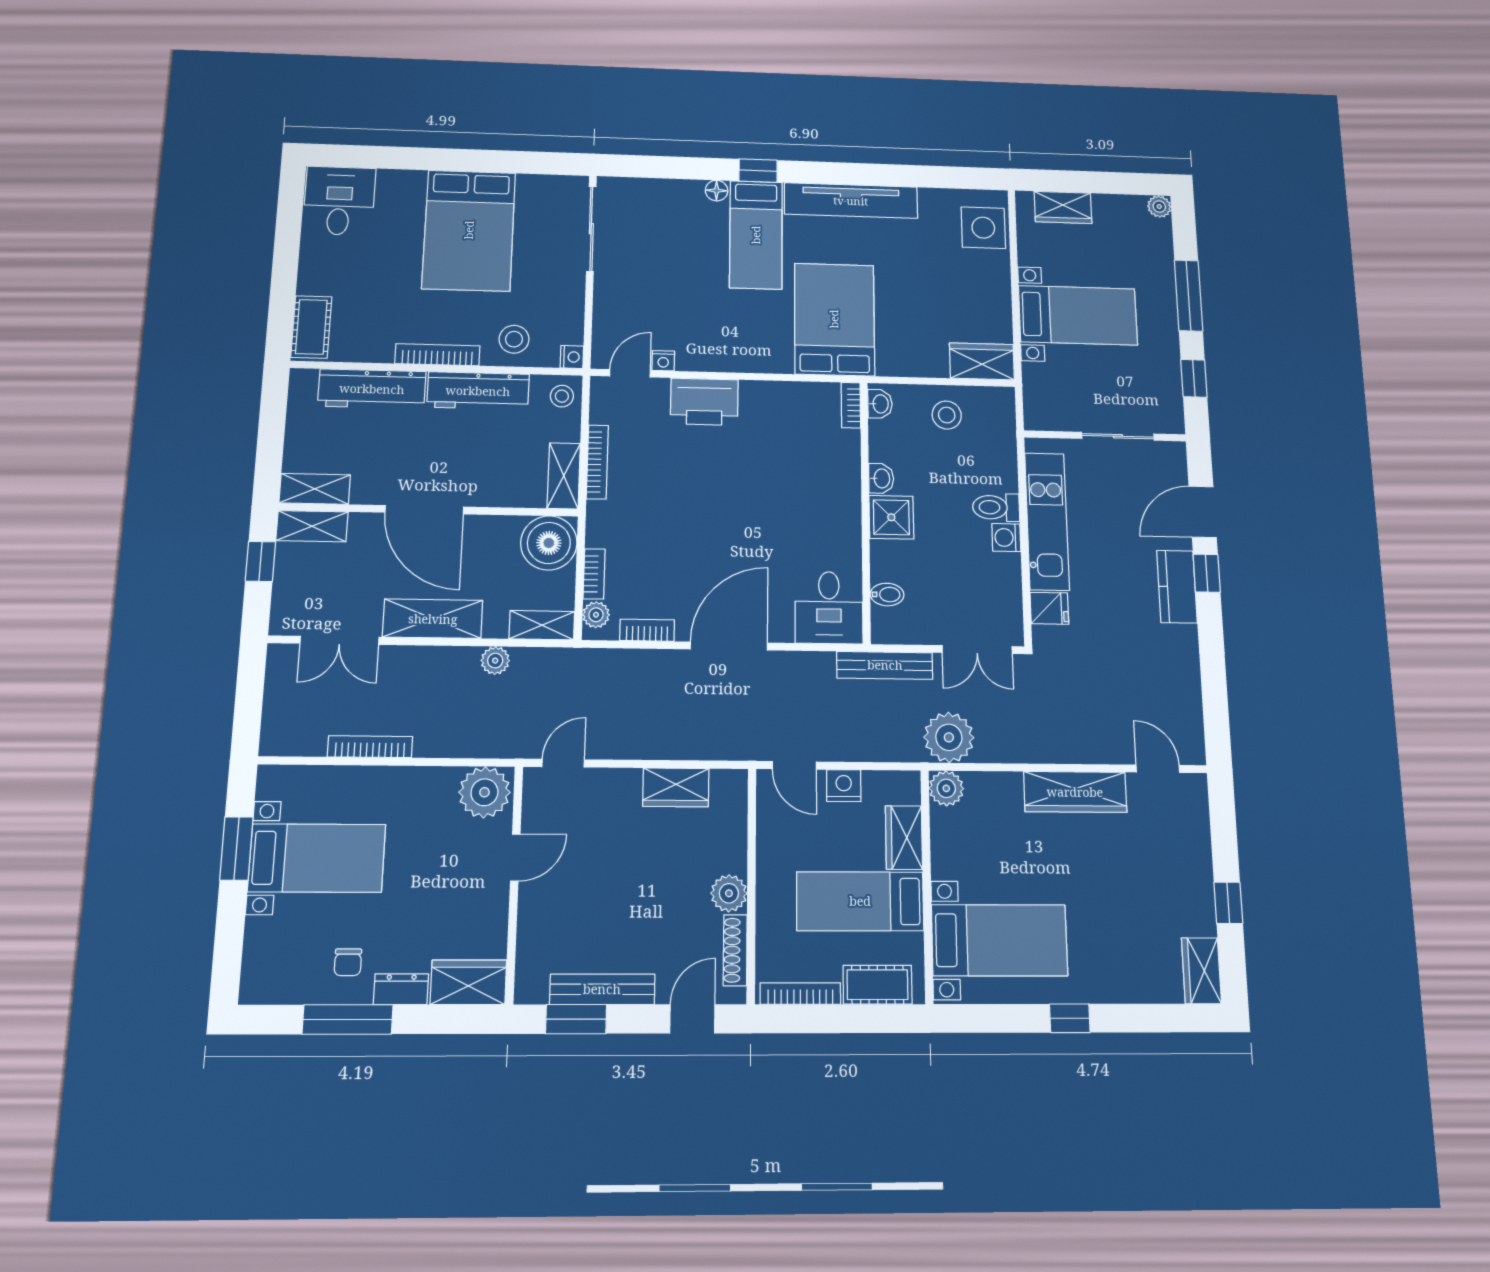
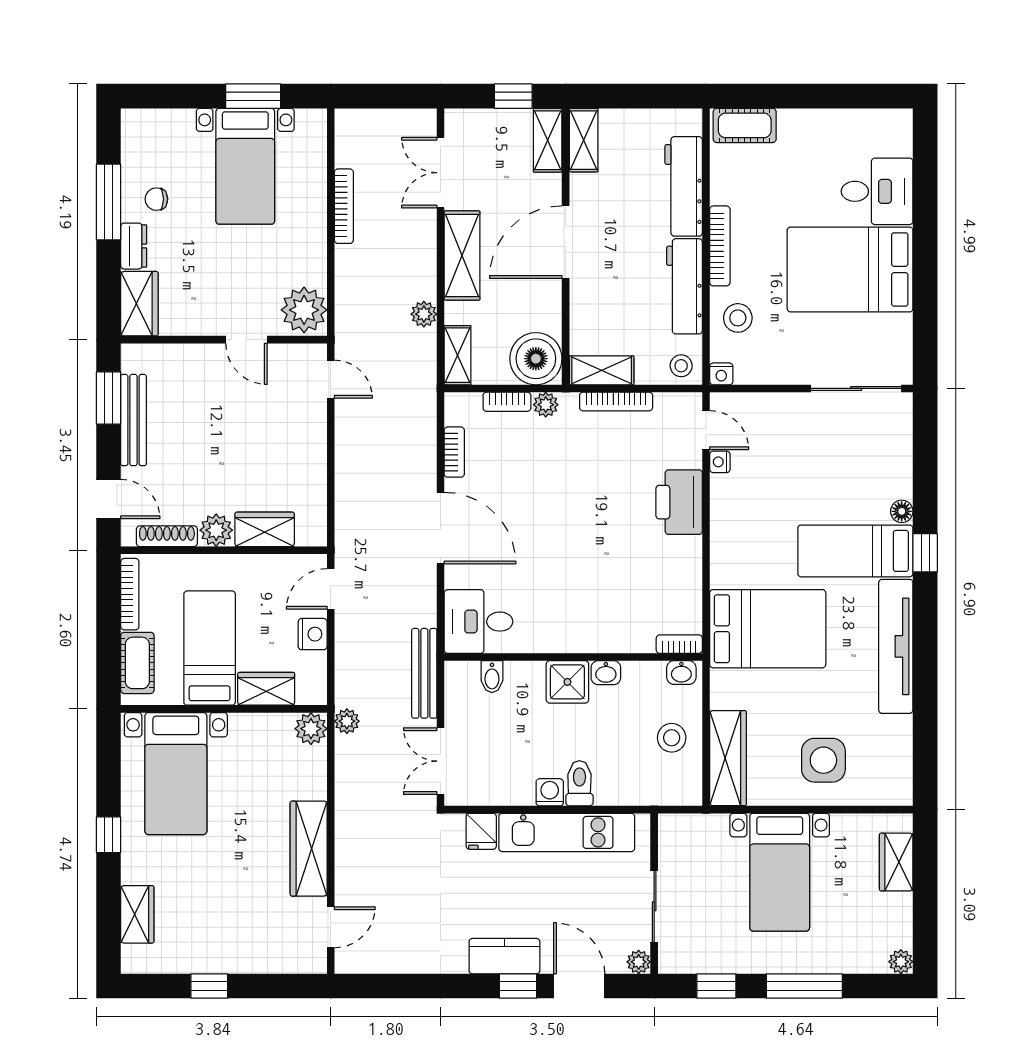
desk: (339, 201) -> (877, 191), moved
side table: (983, 228) -> (823, 760), moved
wardrobe: (982, 361) -> (728, 758), width x1.50
plant: (1175, 453) -> (639, 962), added
plant: (596, 615) -> (546, 405), moved
plant: (949, 737) -> (347, 721), width x0.53, depth x0.53
wardrobe: (676, 787) -> (265, 529), moved, turned 90
wardrobe: (1201, 971) -> (137, 914), moved, turned 90

